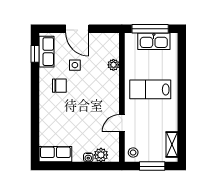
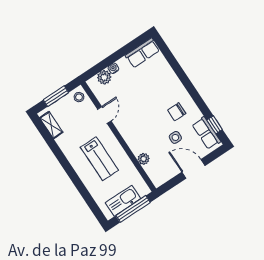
lab bench: (150, 89) -> (99, 159), turned 90

